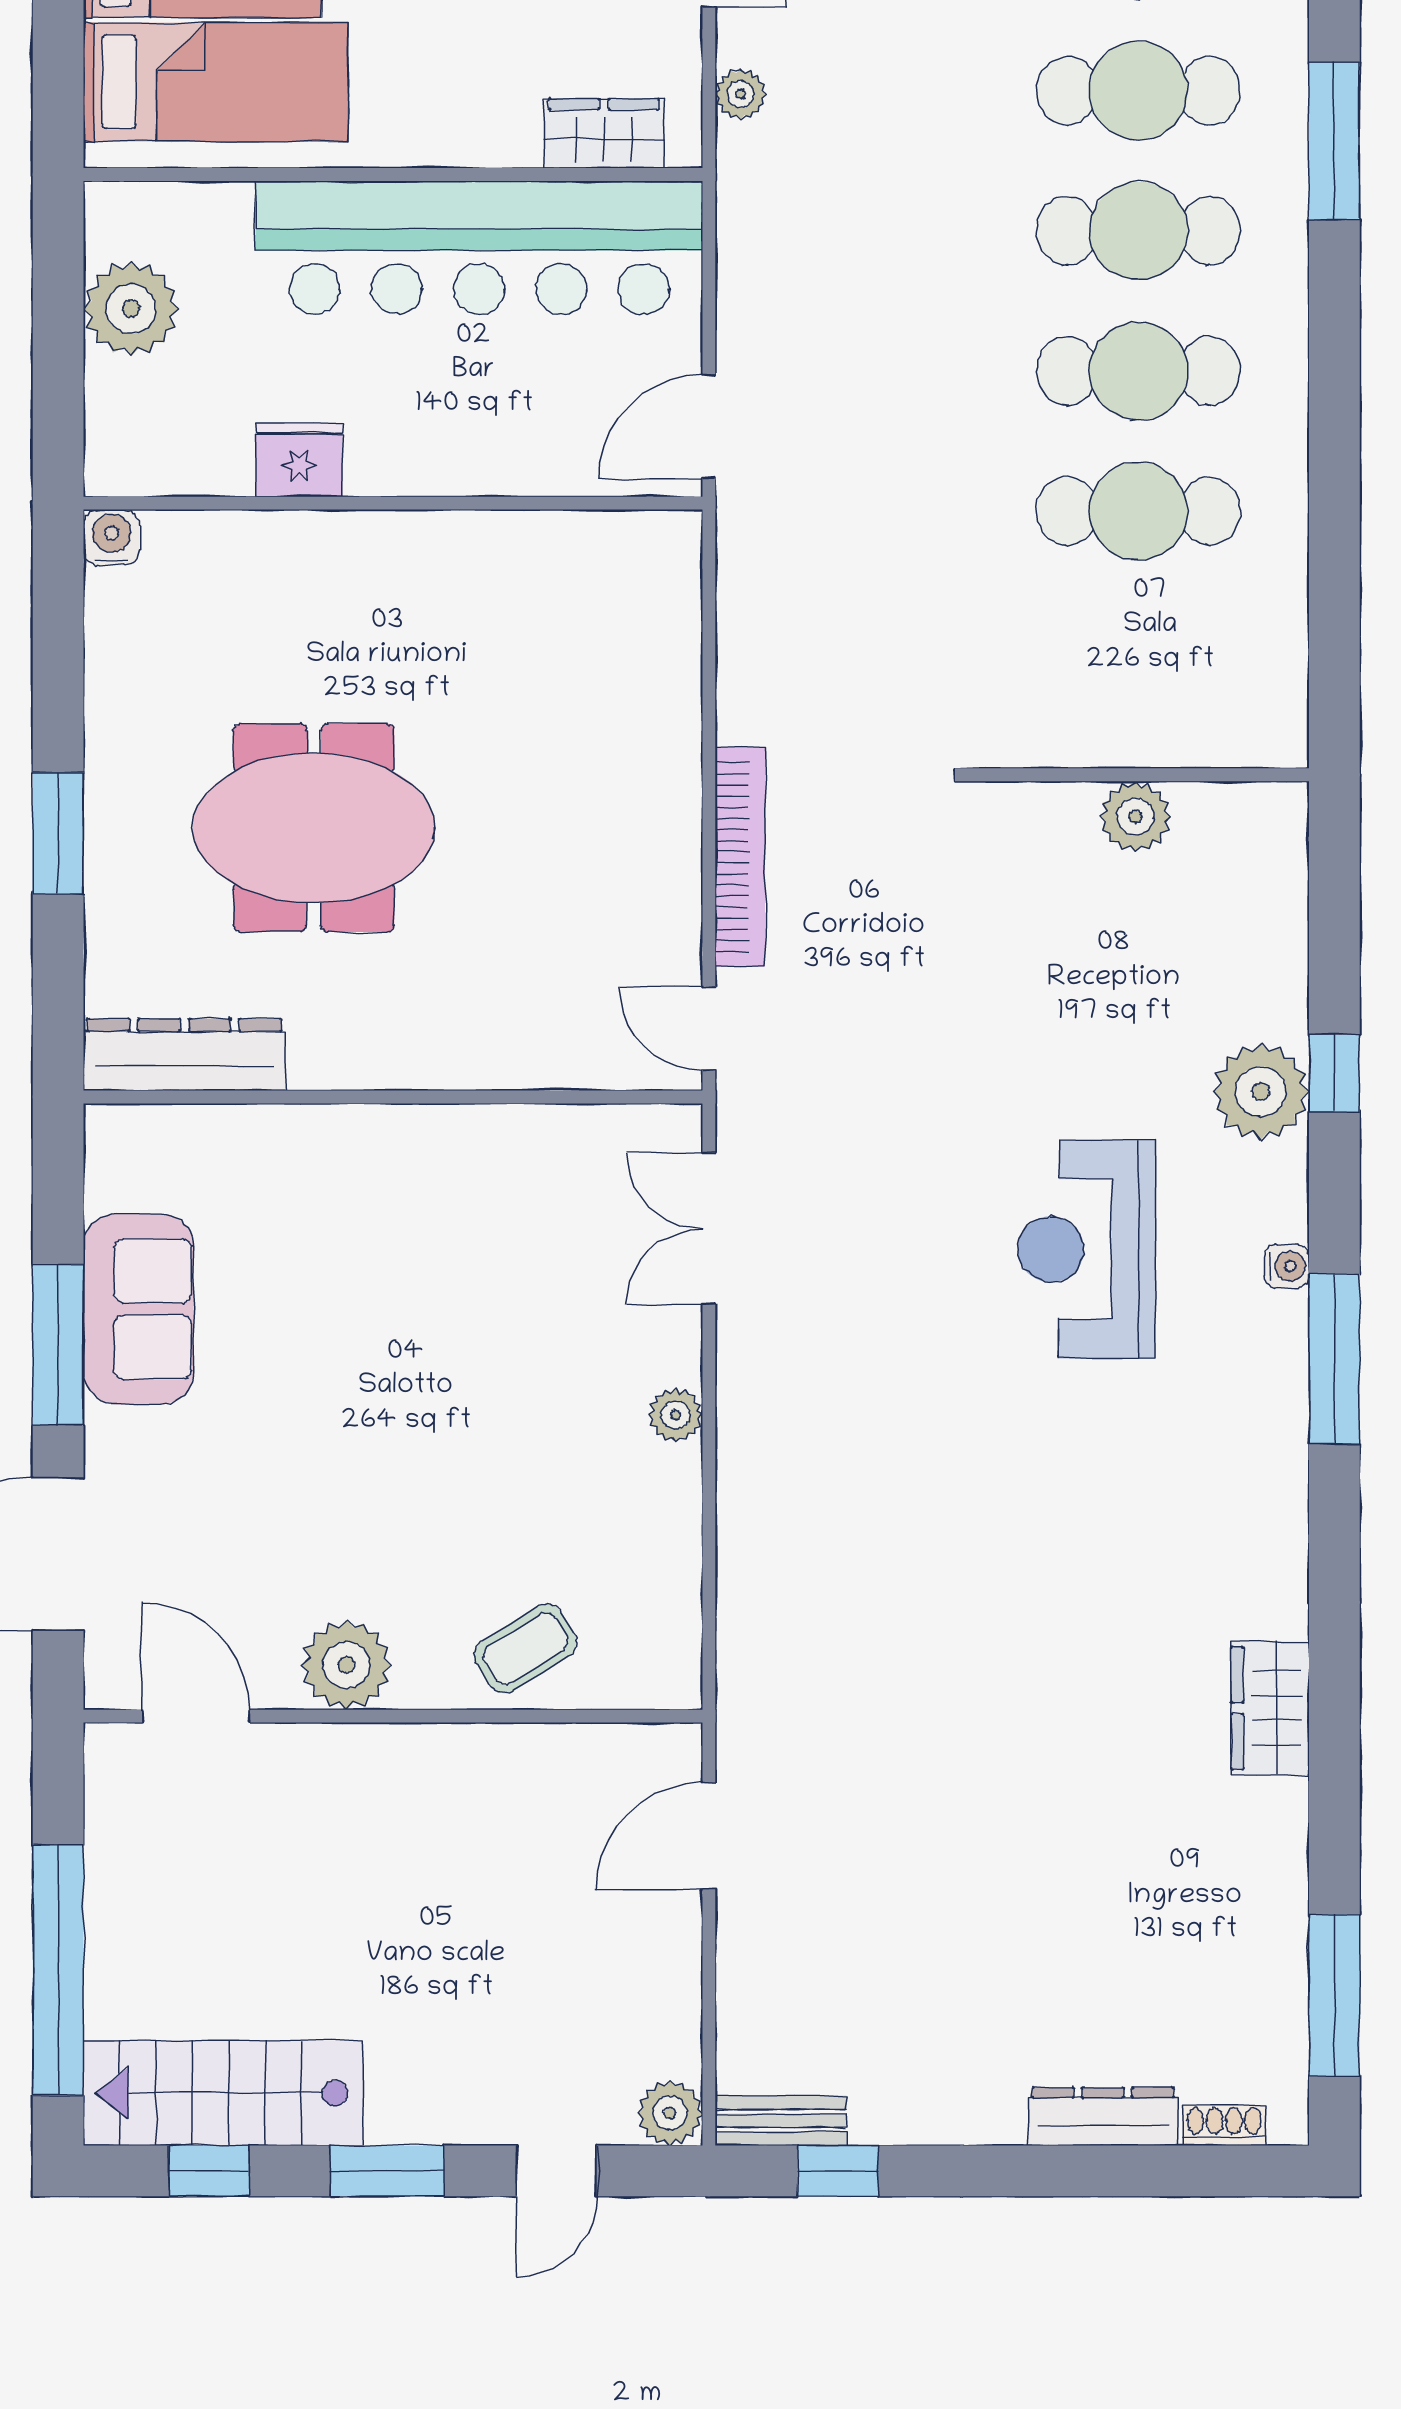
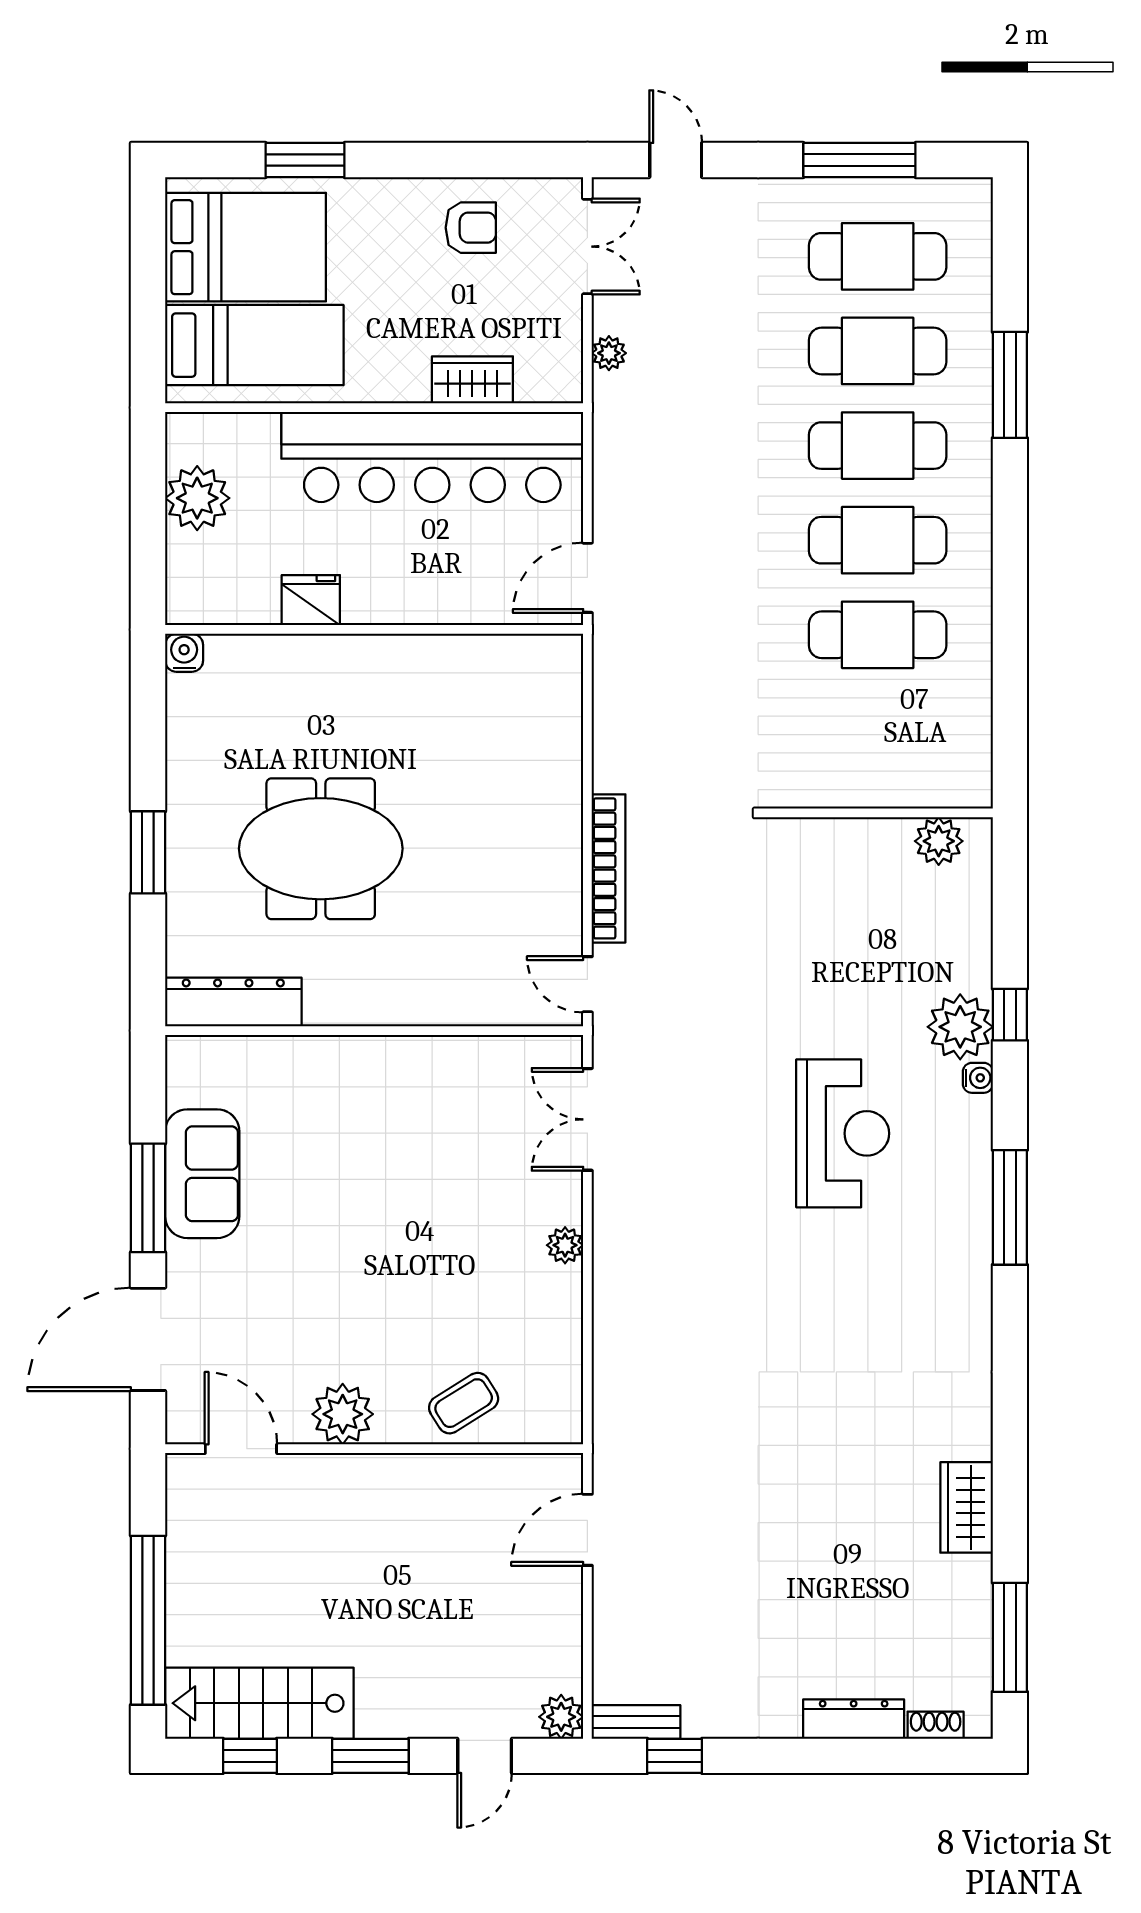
wardrobe: (604, 133) -> (472, 380), moved
plant: (1135, 817) -> (939, 841), moved
reception desk: (1087, 1249) -> (843, 1133), turned 180
water cooler: (1287, 1266) -> (978, 1078), moved
wardrobe: (1270, 1708) -> (967, 1507), moved

